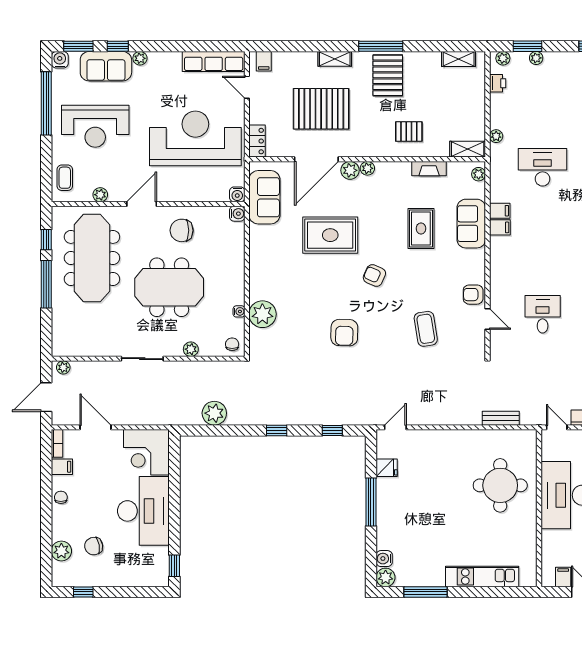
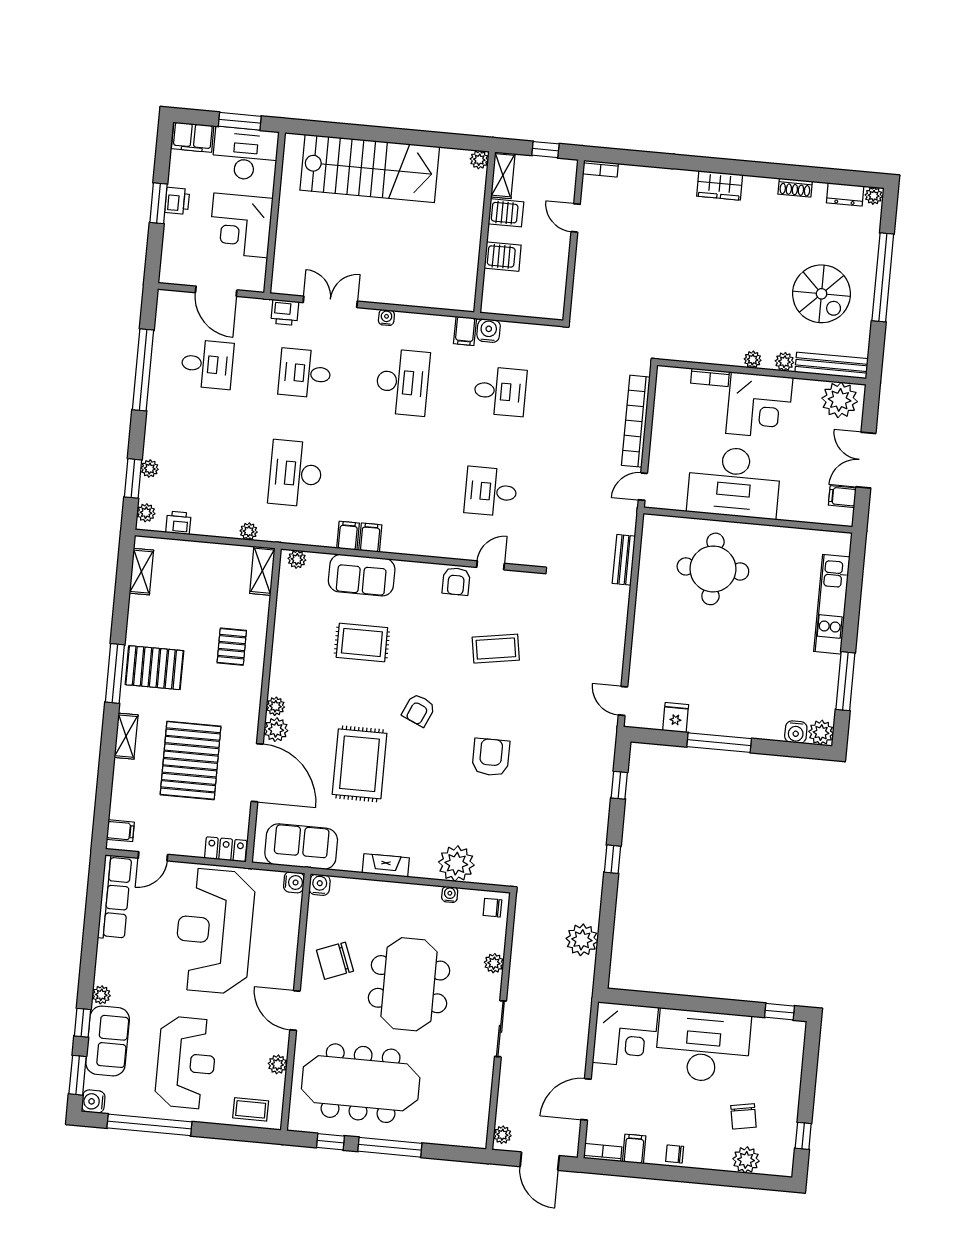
fireplace: (429, 169) -> (386, 865), moved, turned -90
chair: (182, 230) -> (335, 961), turned 69
armchair: (344, 333) -> (491, 757), turned -91

